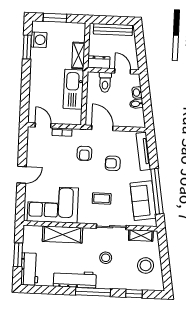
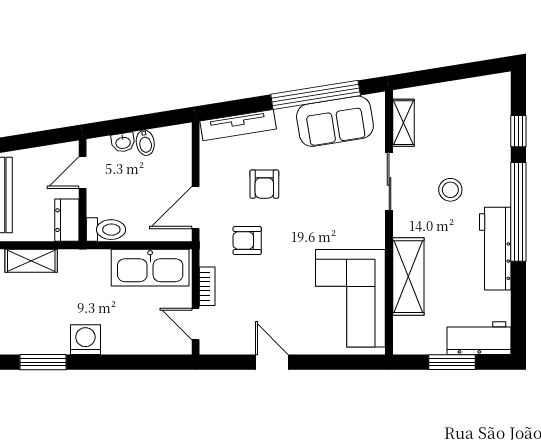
washing machine: (39, 40) -> (85, 340), moved
shelving: (78, 55) -> (31, 261), moved
toilet: (105, 82) -> (106, 230), moved
kitchen sink: (73, 89) -> (150, 268), moved
door: (43, 125) -> (196, 324), hinge flipped
armchair: (84, 153) -> (247, 240), turned 180
door: (22, 175) -> (272, 362), moved
coffee table: (102, 198) -> (334, 203), removed
stool: (146, 265) -> (462, 111), removed
window: (93, 292) -> (518, 212), width x1.46

